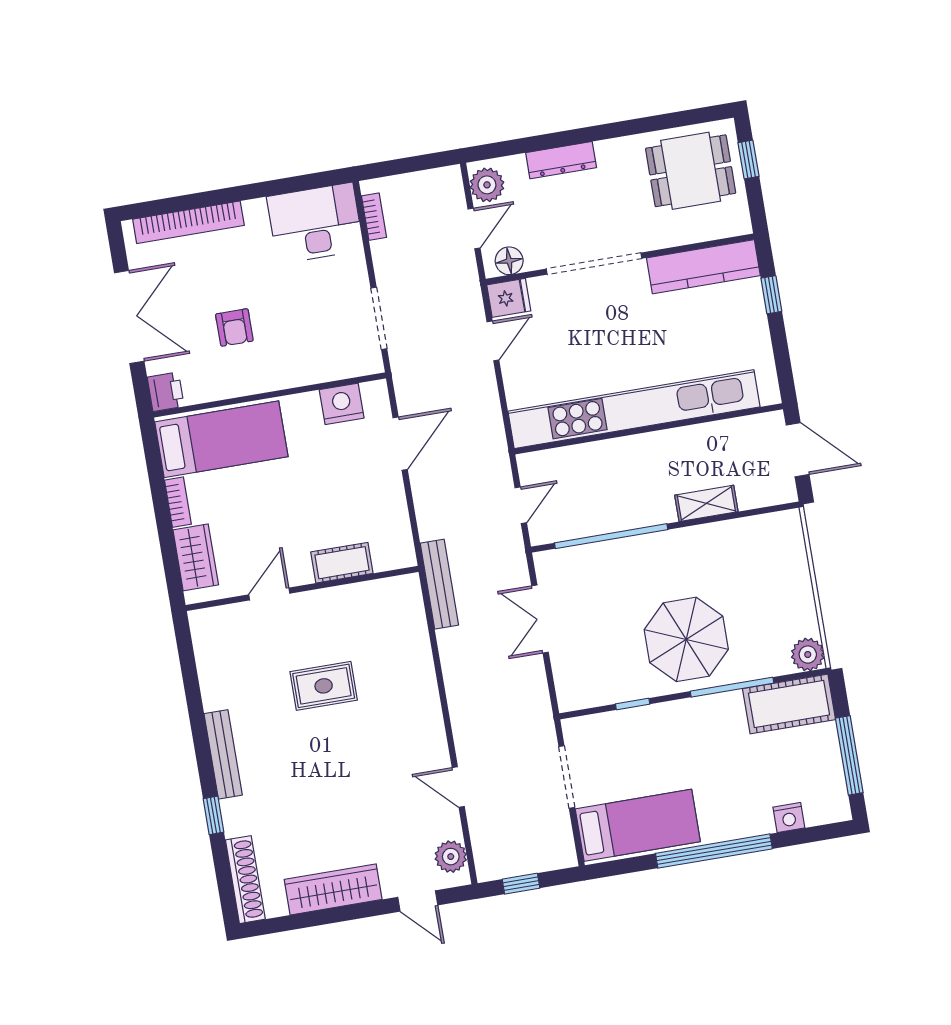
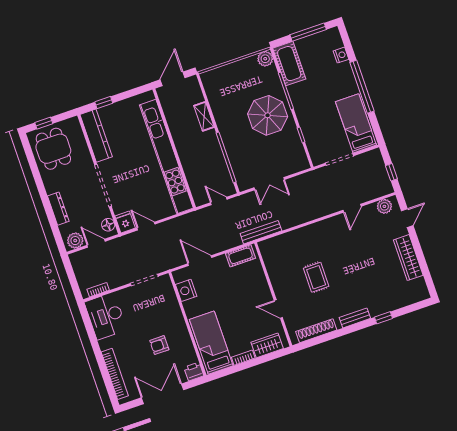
armchair: (234, 327) -> (159, 345), turned 180
cot: (342, 563) -> (241, 256), moved, turned 90
bench: (223, 754) -> (355, 318), width x0.73
shoe rack: (245, 880) -> (316, 331), moved

